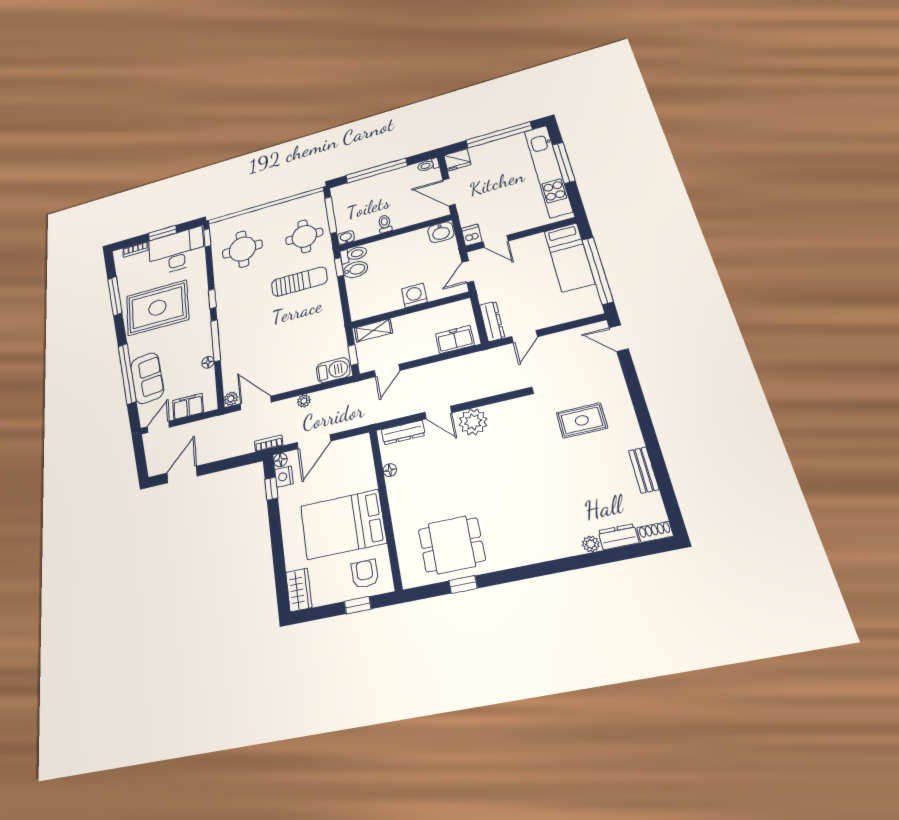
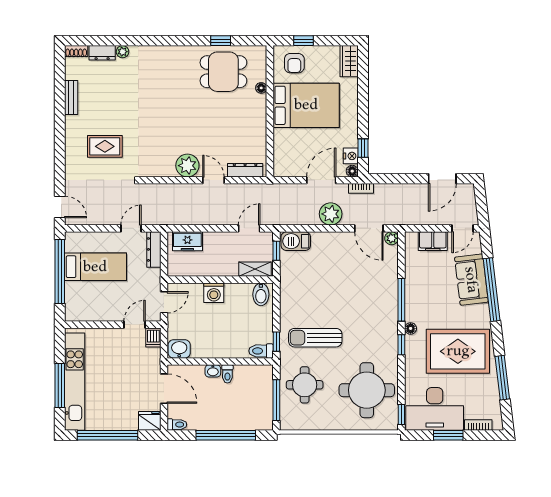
washbasin: (346, 238) -> (213, 371), moved
door: (496, 241) -> (135, 325), hinge flipped
round table: (242, 249) -> (367, 390), width x1.36, depth x1.36
bed: (569, 257) -> (95, 267), moved, turned 90
bidet: (355, 270) -> (261, 294), moved, turned -90
floor lamp: (208, 362) -> (411, 328), moved
plant: (304, 401) -> (331, 214), width x1.87, depth x1.87
floor lamp: (390, 470) -> (261, 88), moved

